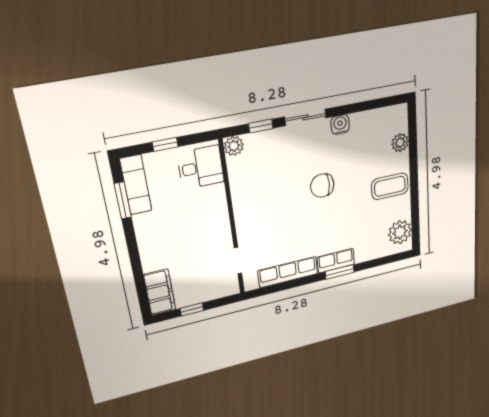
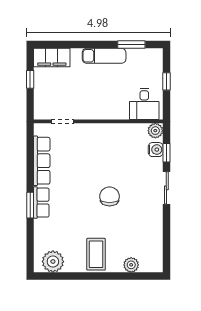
water cooler: (340, 125) -> (156, 150), moved
exam couch: (136, 185) -> (104, 56), moved

